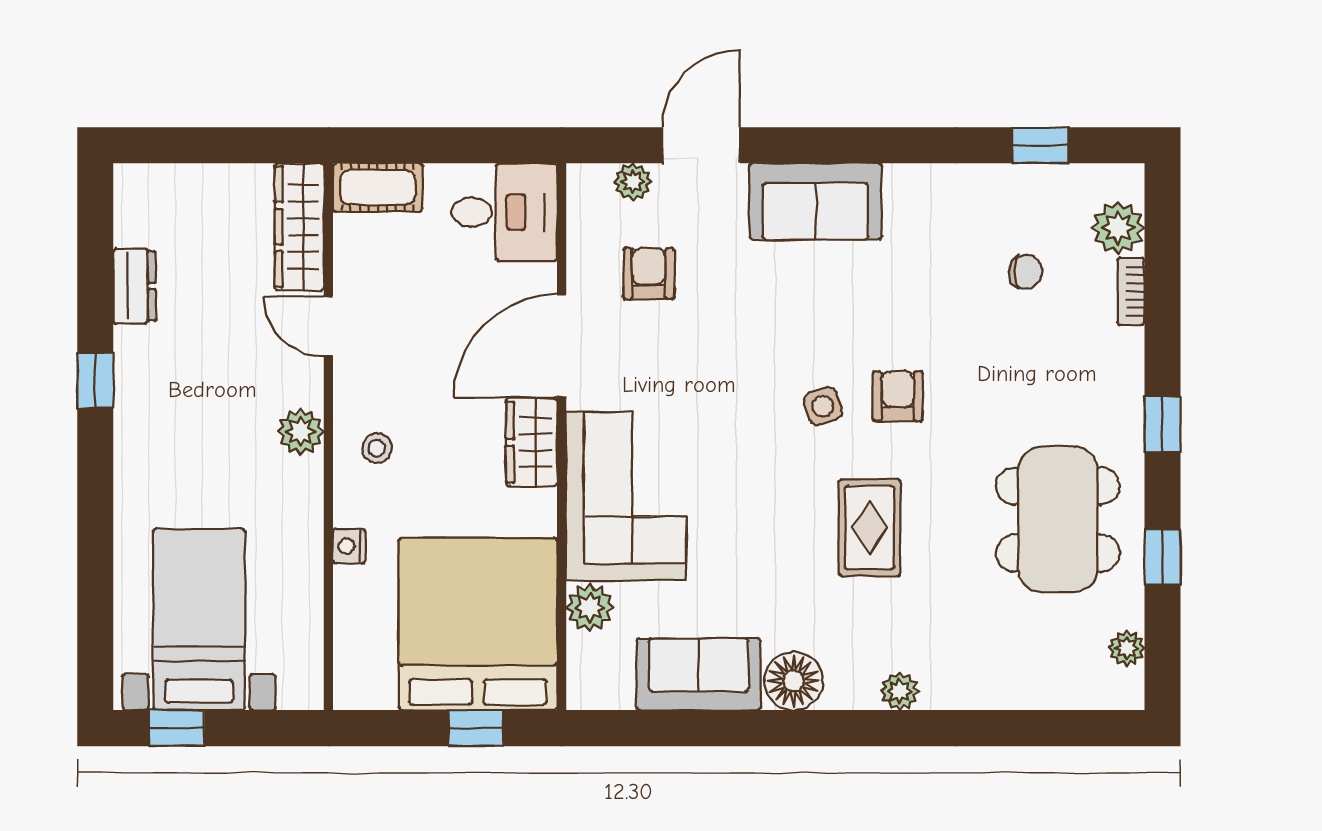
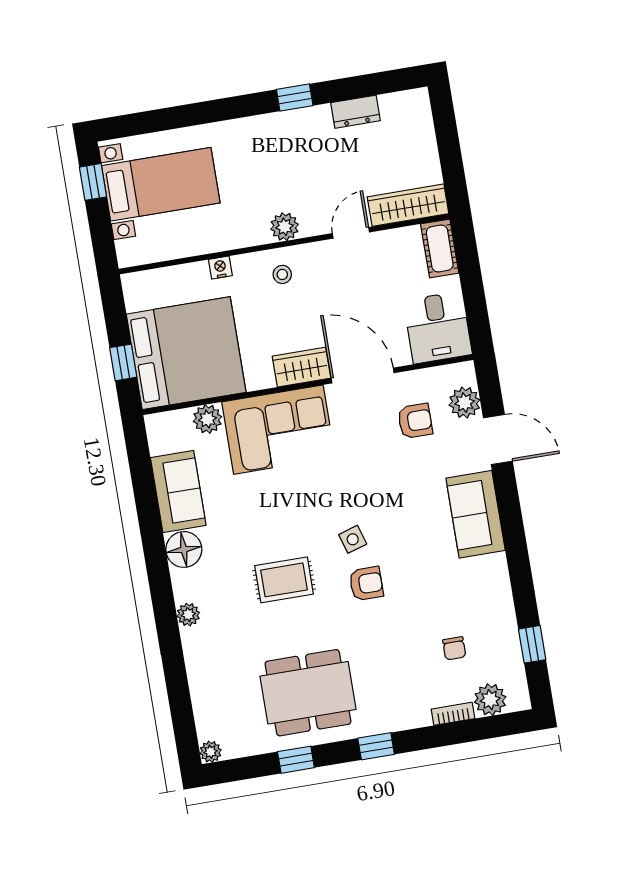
plant: (633, 182) -> (465, 403), width x1.38, depth x1.38
plant: (1127, 648) -> (211, 752), moved

